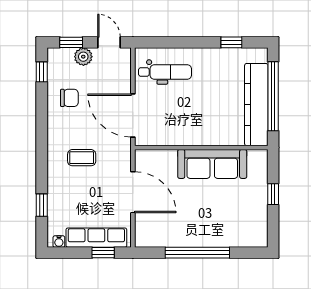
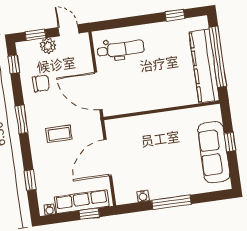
window: (42, 135) -> (21, 119), added
sofa: (212, 164) -> (214, 152), moved, turned 90
door: (133, 192) -> (108, 158), swing flipped
water cooler: (166, 241) -> (143, 196), added
window: (197, 253) -> (171, 202), width x0.68

